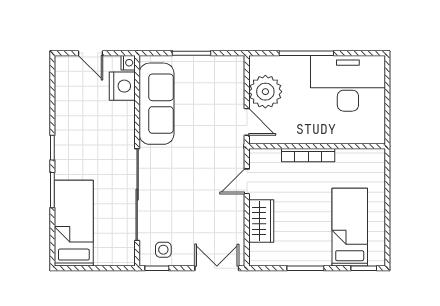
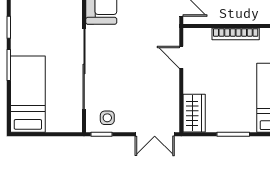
door: (247, 181) -> (181, 57), hinge flipped
wardrobe: (261, 221) -> (194, 113), moved
double door: (217, 268) -> (155, 134), swing flipped

